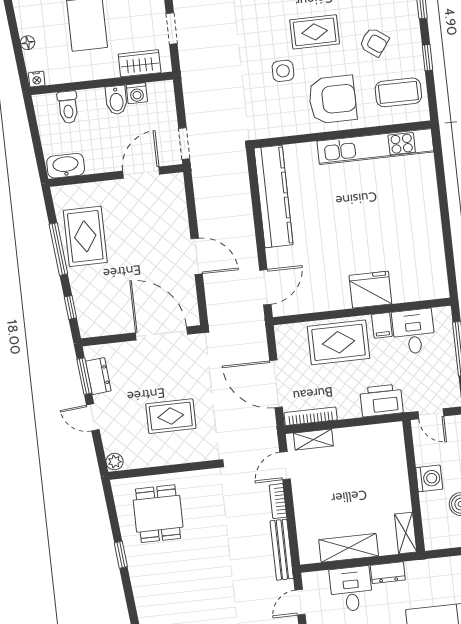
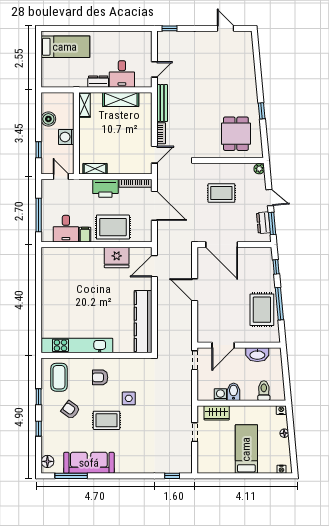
coffee table: (398, 92) -> (59, 377), turned 90
armchair: (333, 99) -> (100, 377), width x0.53, depth x0.53
washbasin: (66, 166) -> (257, 355), moved
fridge: (370, 290) -> (117, 257), moved
printer: (381, 400) -> (105, 188), moved
shelving: (313, 440) -> (95, 169), moved

